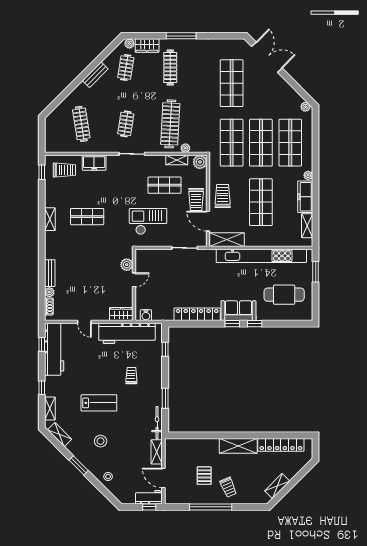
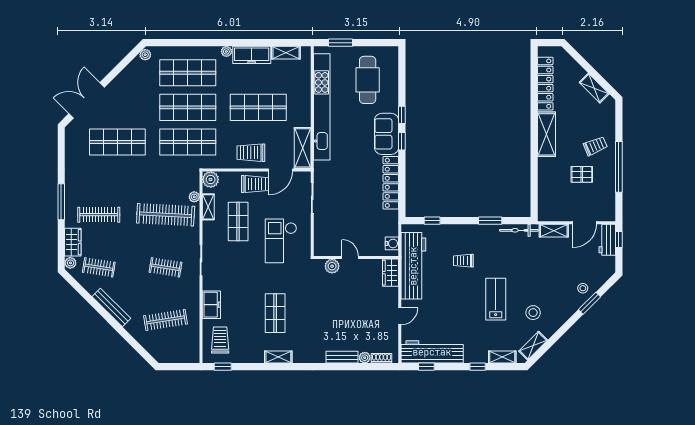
bench: (95, 75) -> (111, 307), width x1.36
stool: (101, 441) -> (533, 313), moved
window: (79, 465) -> (589, 303), moved

